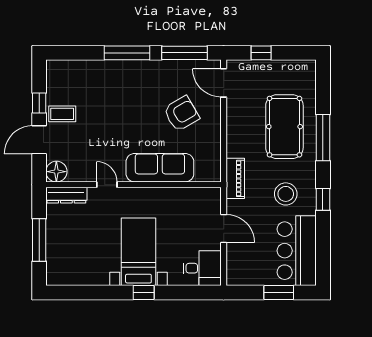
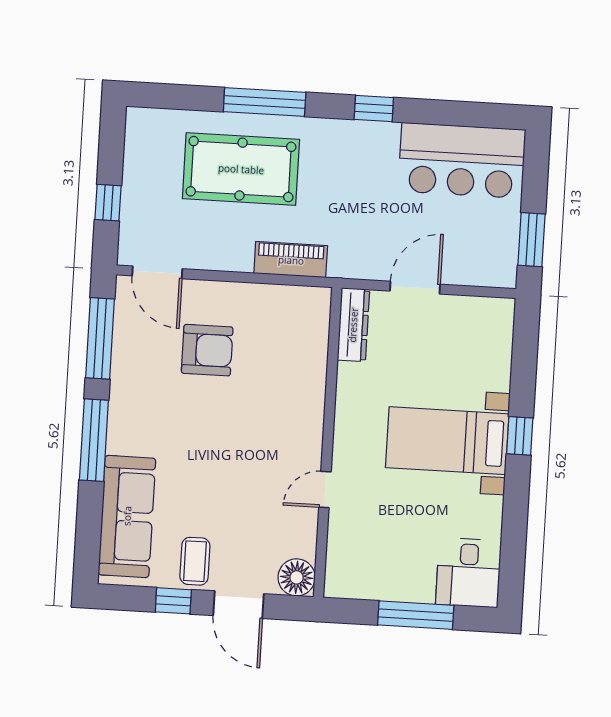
door: (224, 83) -> (157, 272), hinge flipped
armchair: (181, 114) -> (207, 350), turned 120
sofa: (160, 168) -> (127, 516), moved, turned 180
piano: (235, 178) -> (291, 260), moved
stool: (286, 194) -> (360, 174), removed
dresser: (66, 195) -> (353, 325), moved
desk: (202, 268) -> (468, 573), moved, turned 180
window: (279, 293) -> (531, 240), moved

